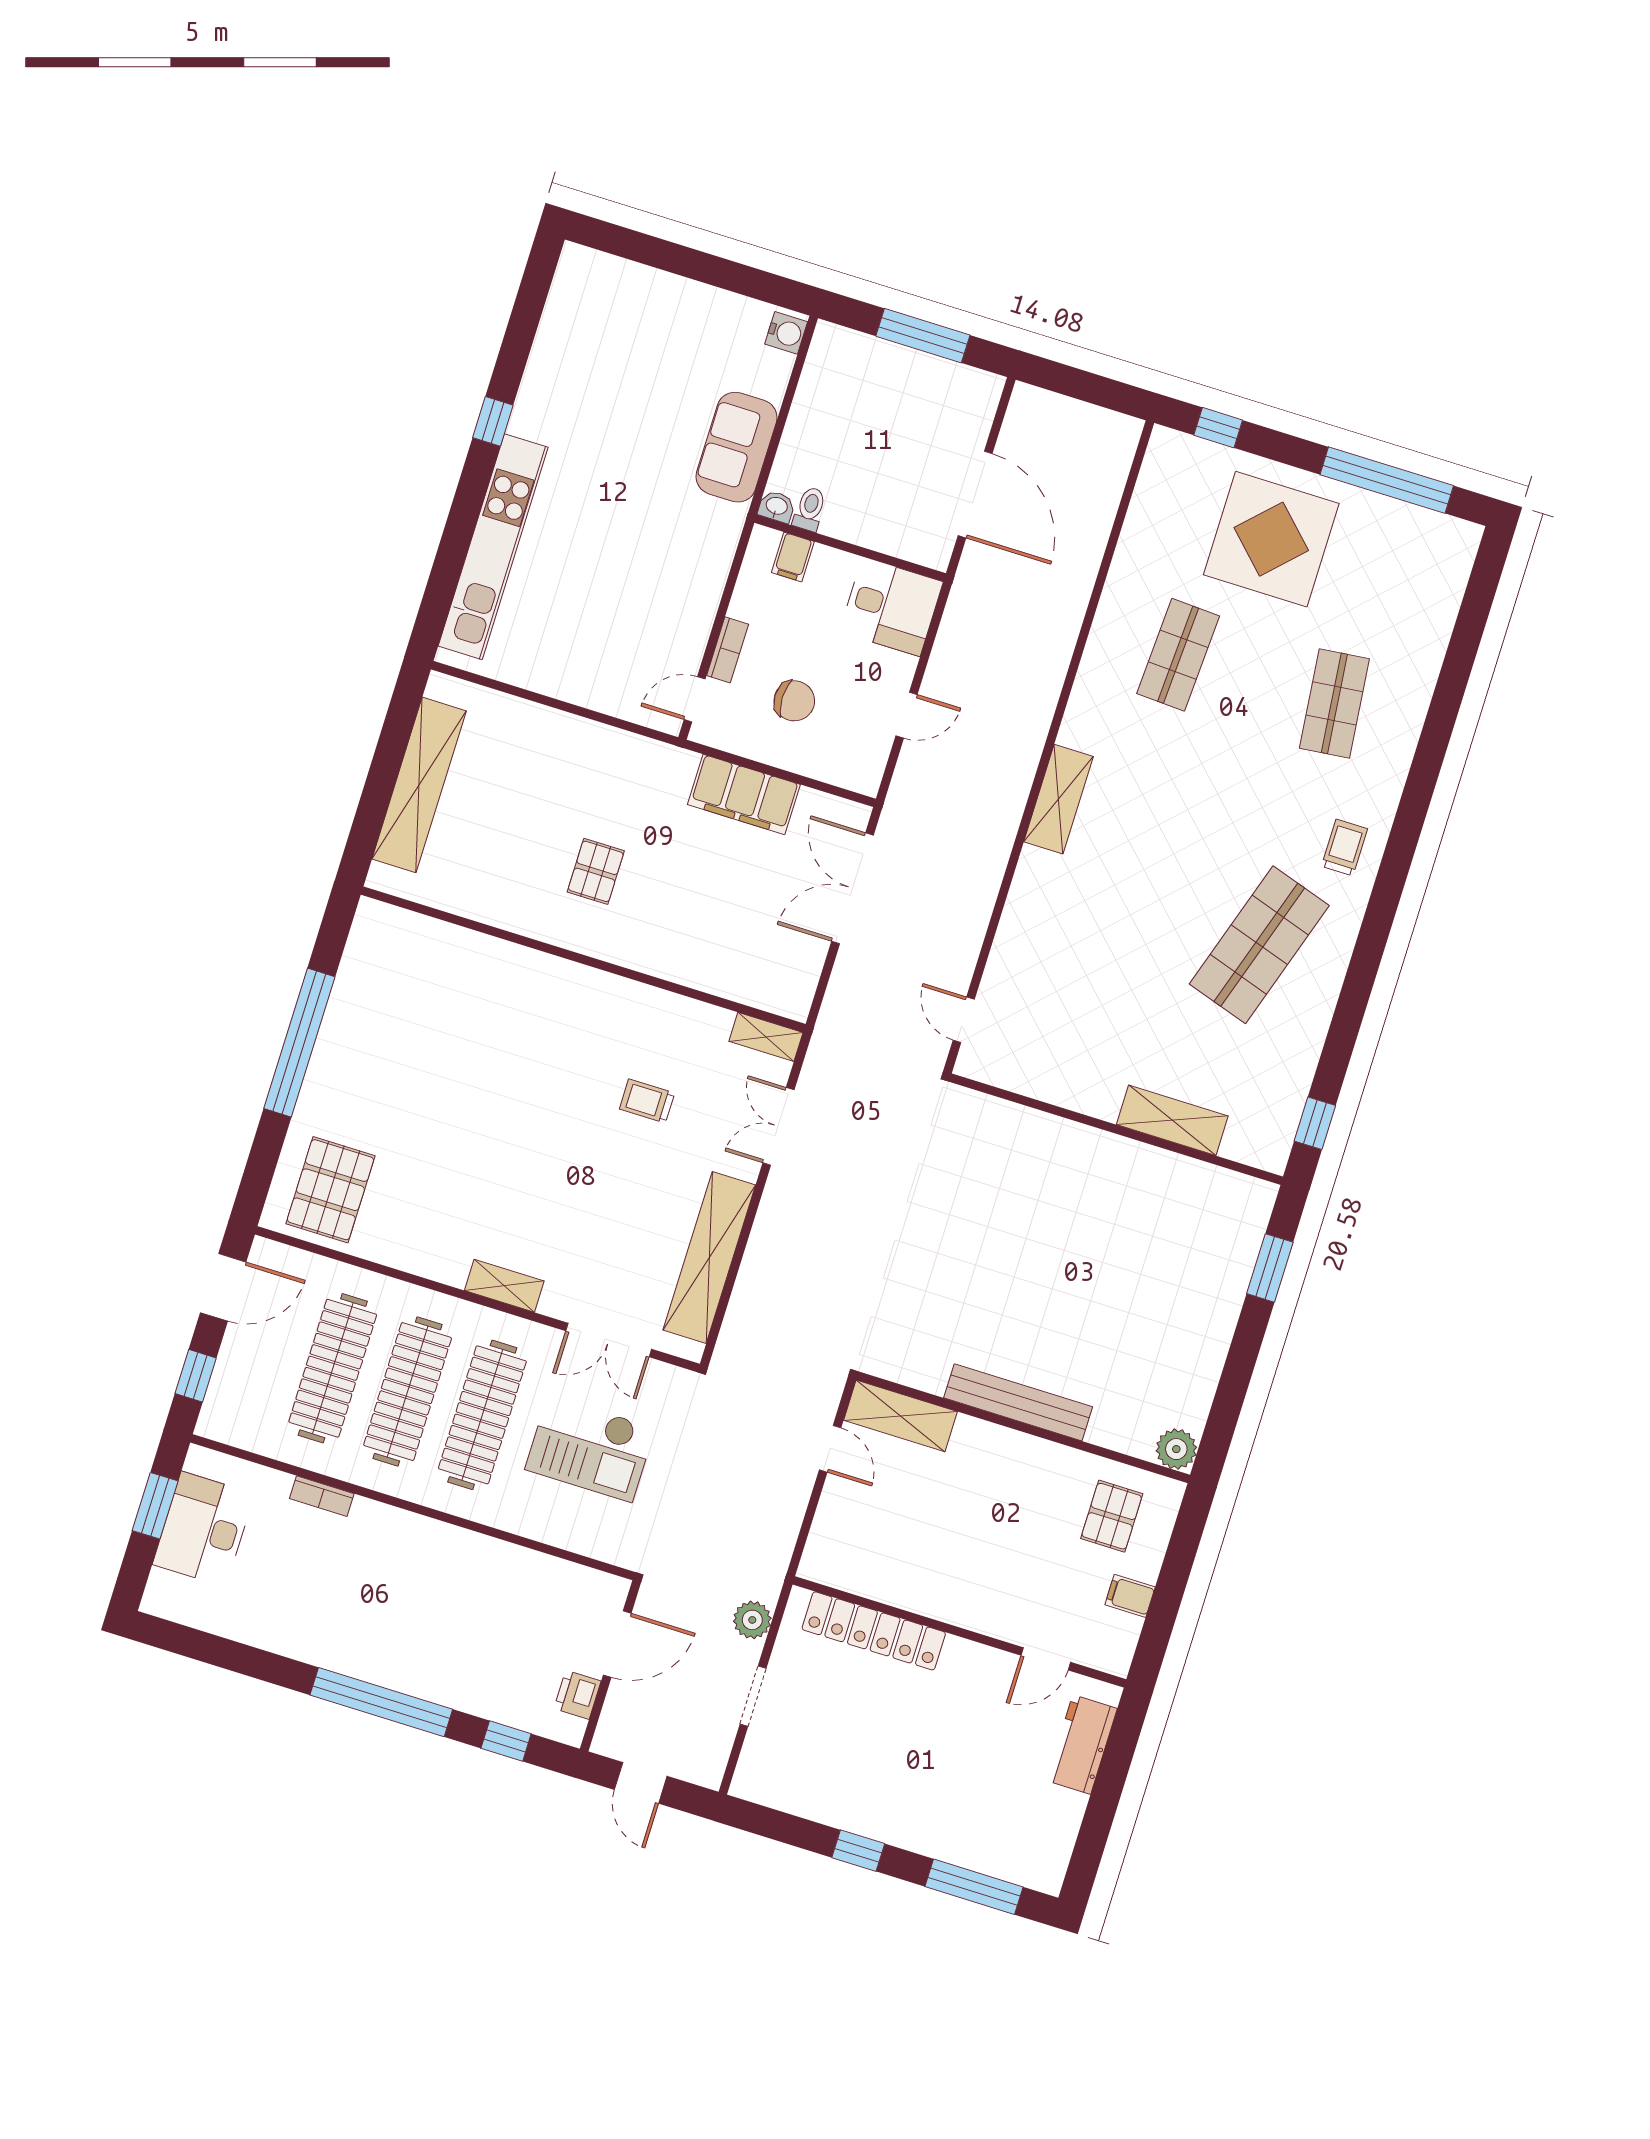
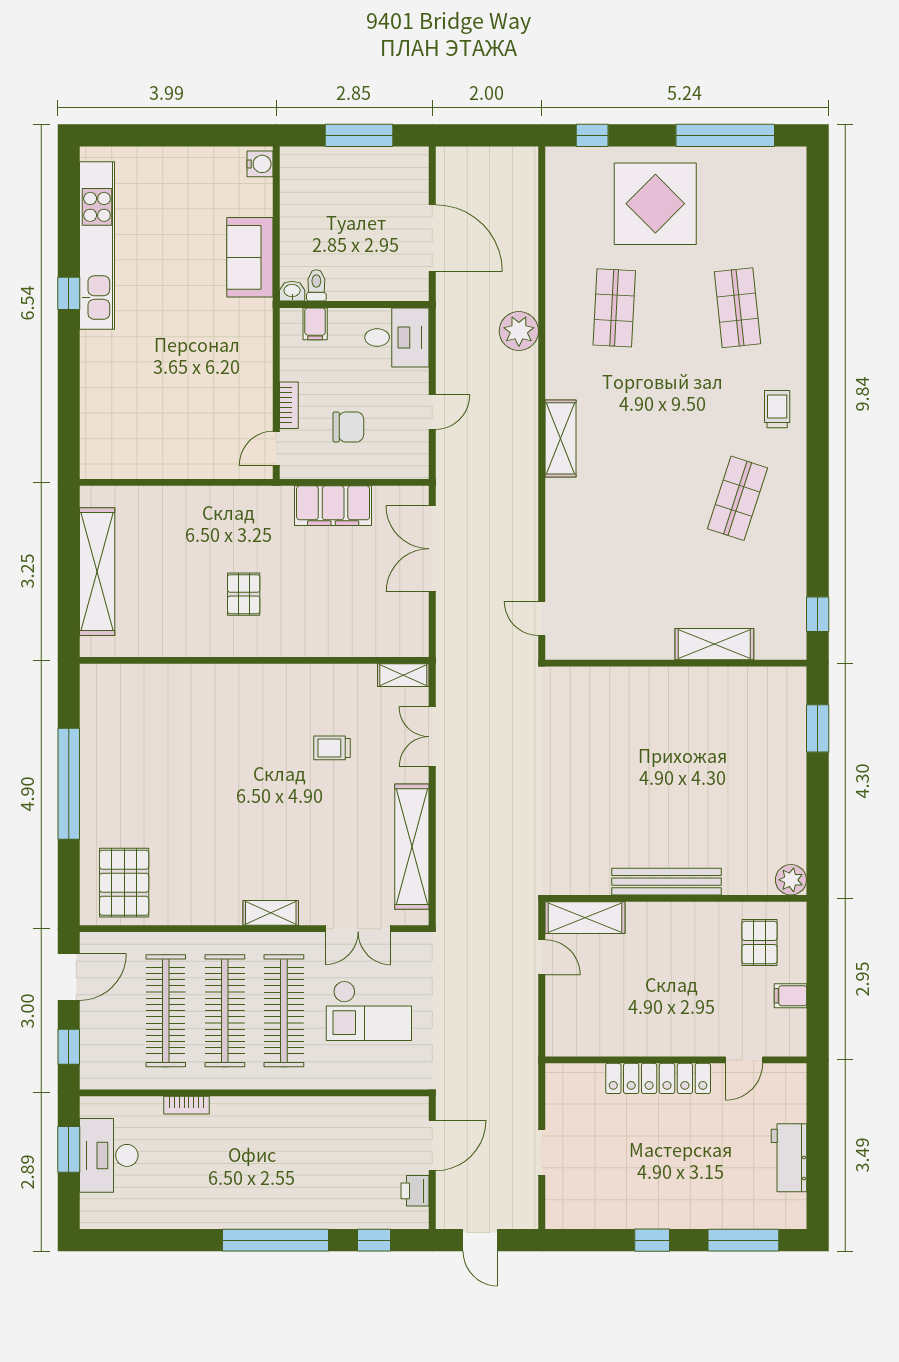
kitchen unit: (493, 547) -> (97, 245), moved
shop shelf: (1259, 945) -> (738, 498), width x0.70, depth x0.74
plant: (752, 1620) -> (519, 331), moved, width x1.36, depth x1.36
locker: (874, 1631) -> (658, 1078), moved
workbench: (1082, 1745) -> (789, 1158), moved

